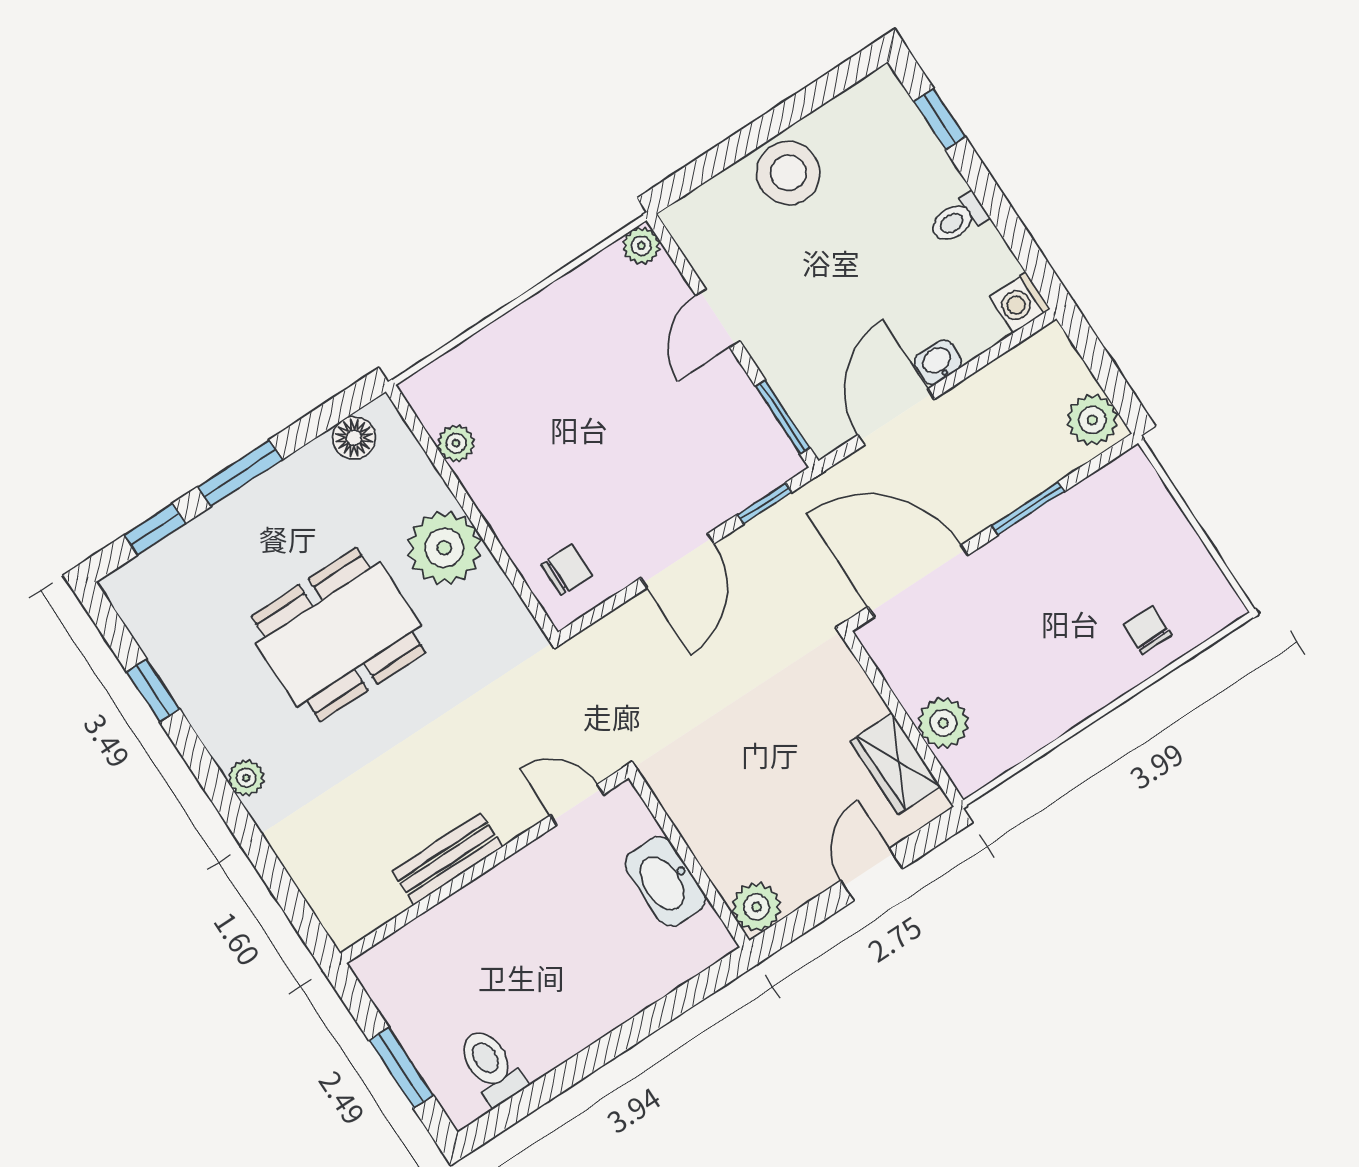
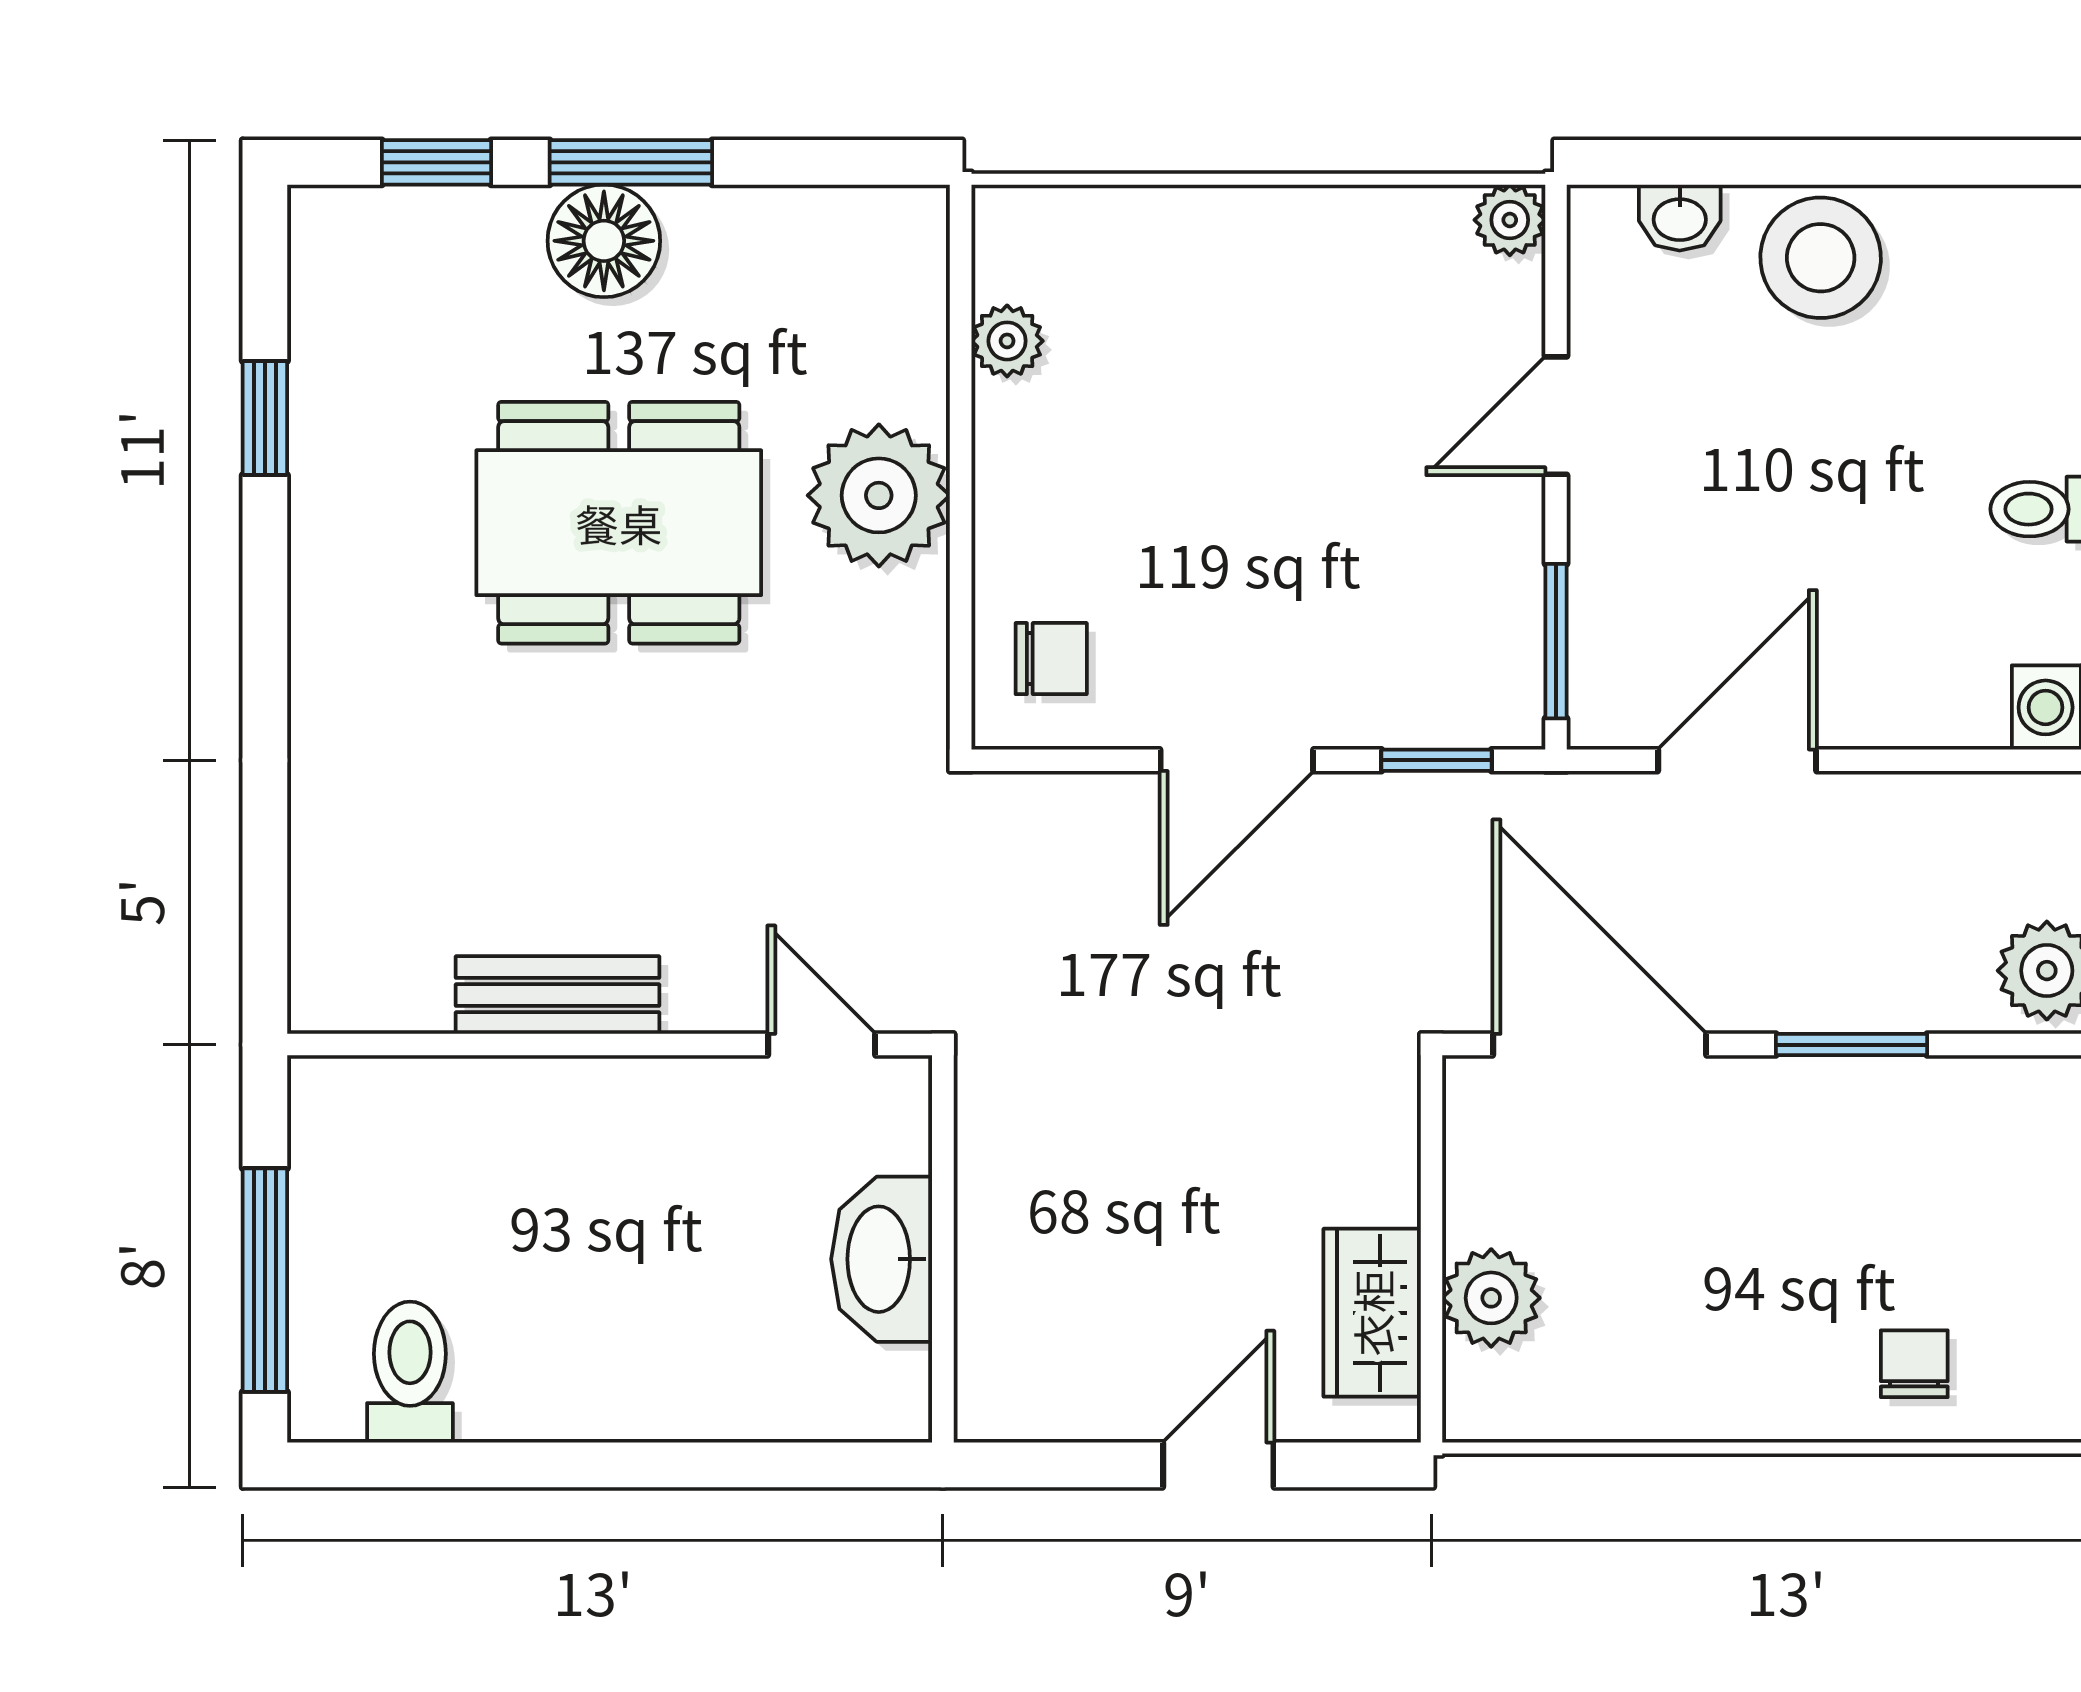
washbasin: (938, 362) -> (1680, 218), moved, turned 180
floor lamp: (354, 438) -> (604, 241), moved, width x1.38, depth x1.38
plant: (246, 778) -> (322, 655), removed
plant: (756, 907) -> (1001, 1396), removed
window: (401, 1068) -> (265, 1280), width x1.44

